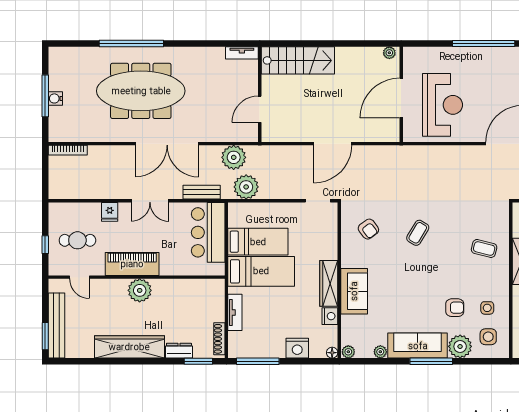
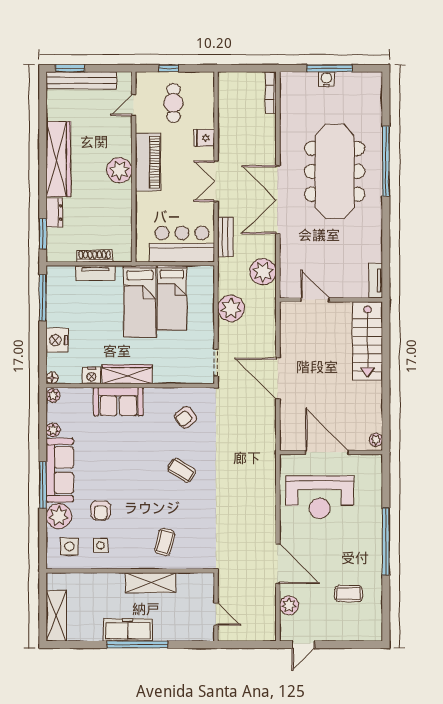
plant: (246, 187) -> (231, 308), moved
shoe rack: (219, 339) -> (95, 256), moved

